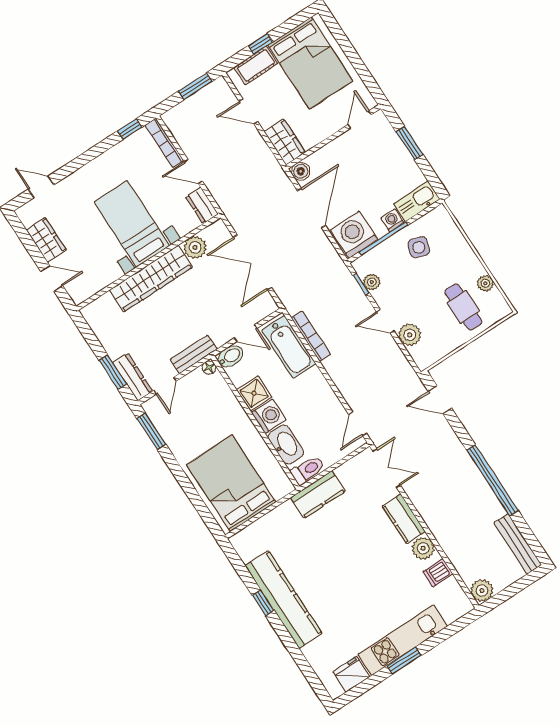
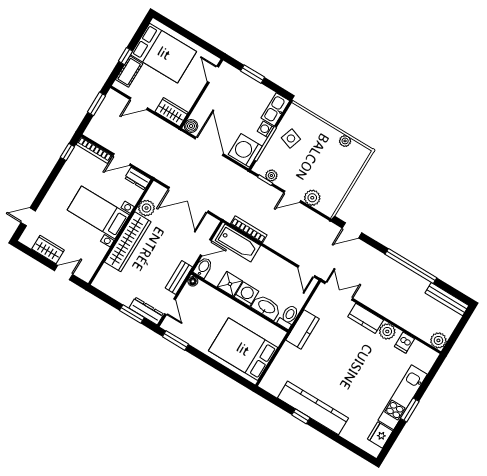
cafe table: (463, 307) -> (338, 163), removed

